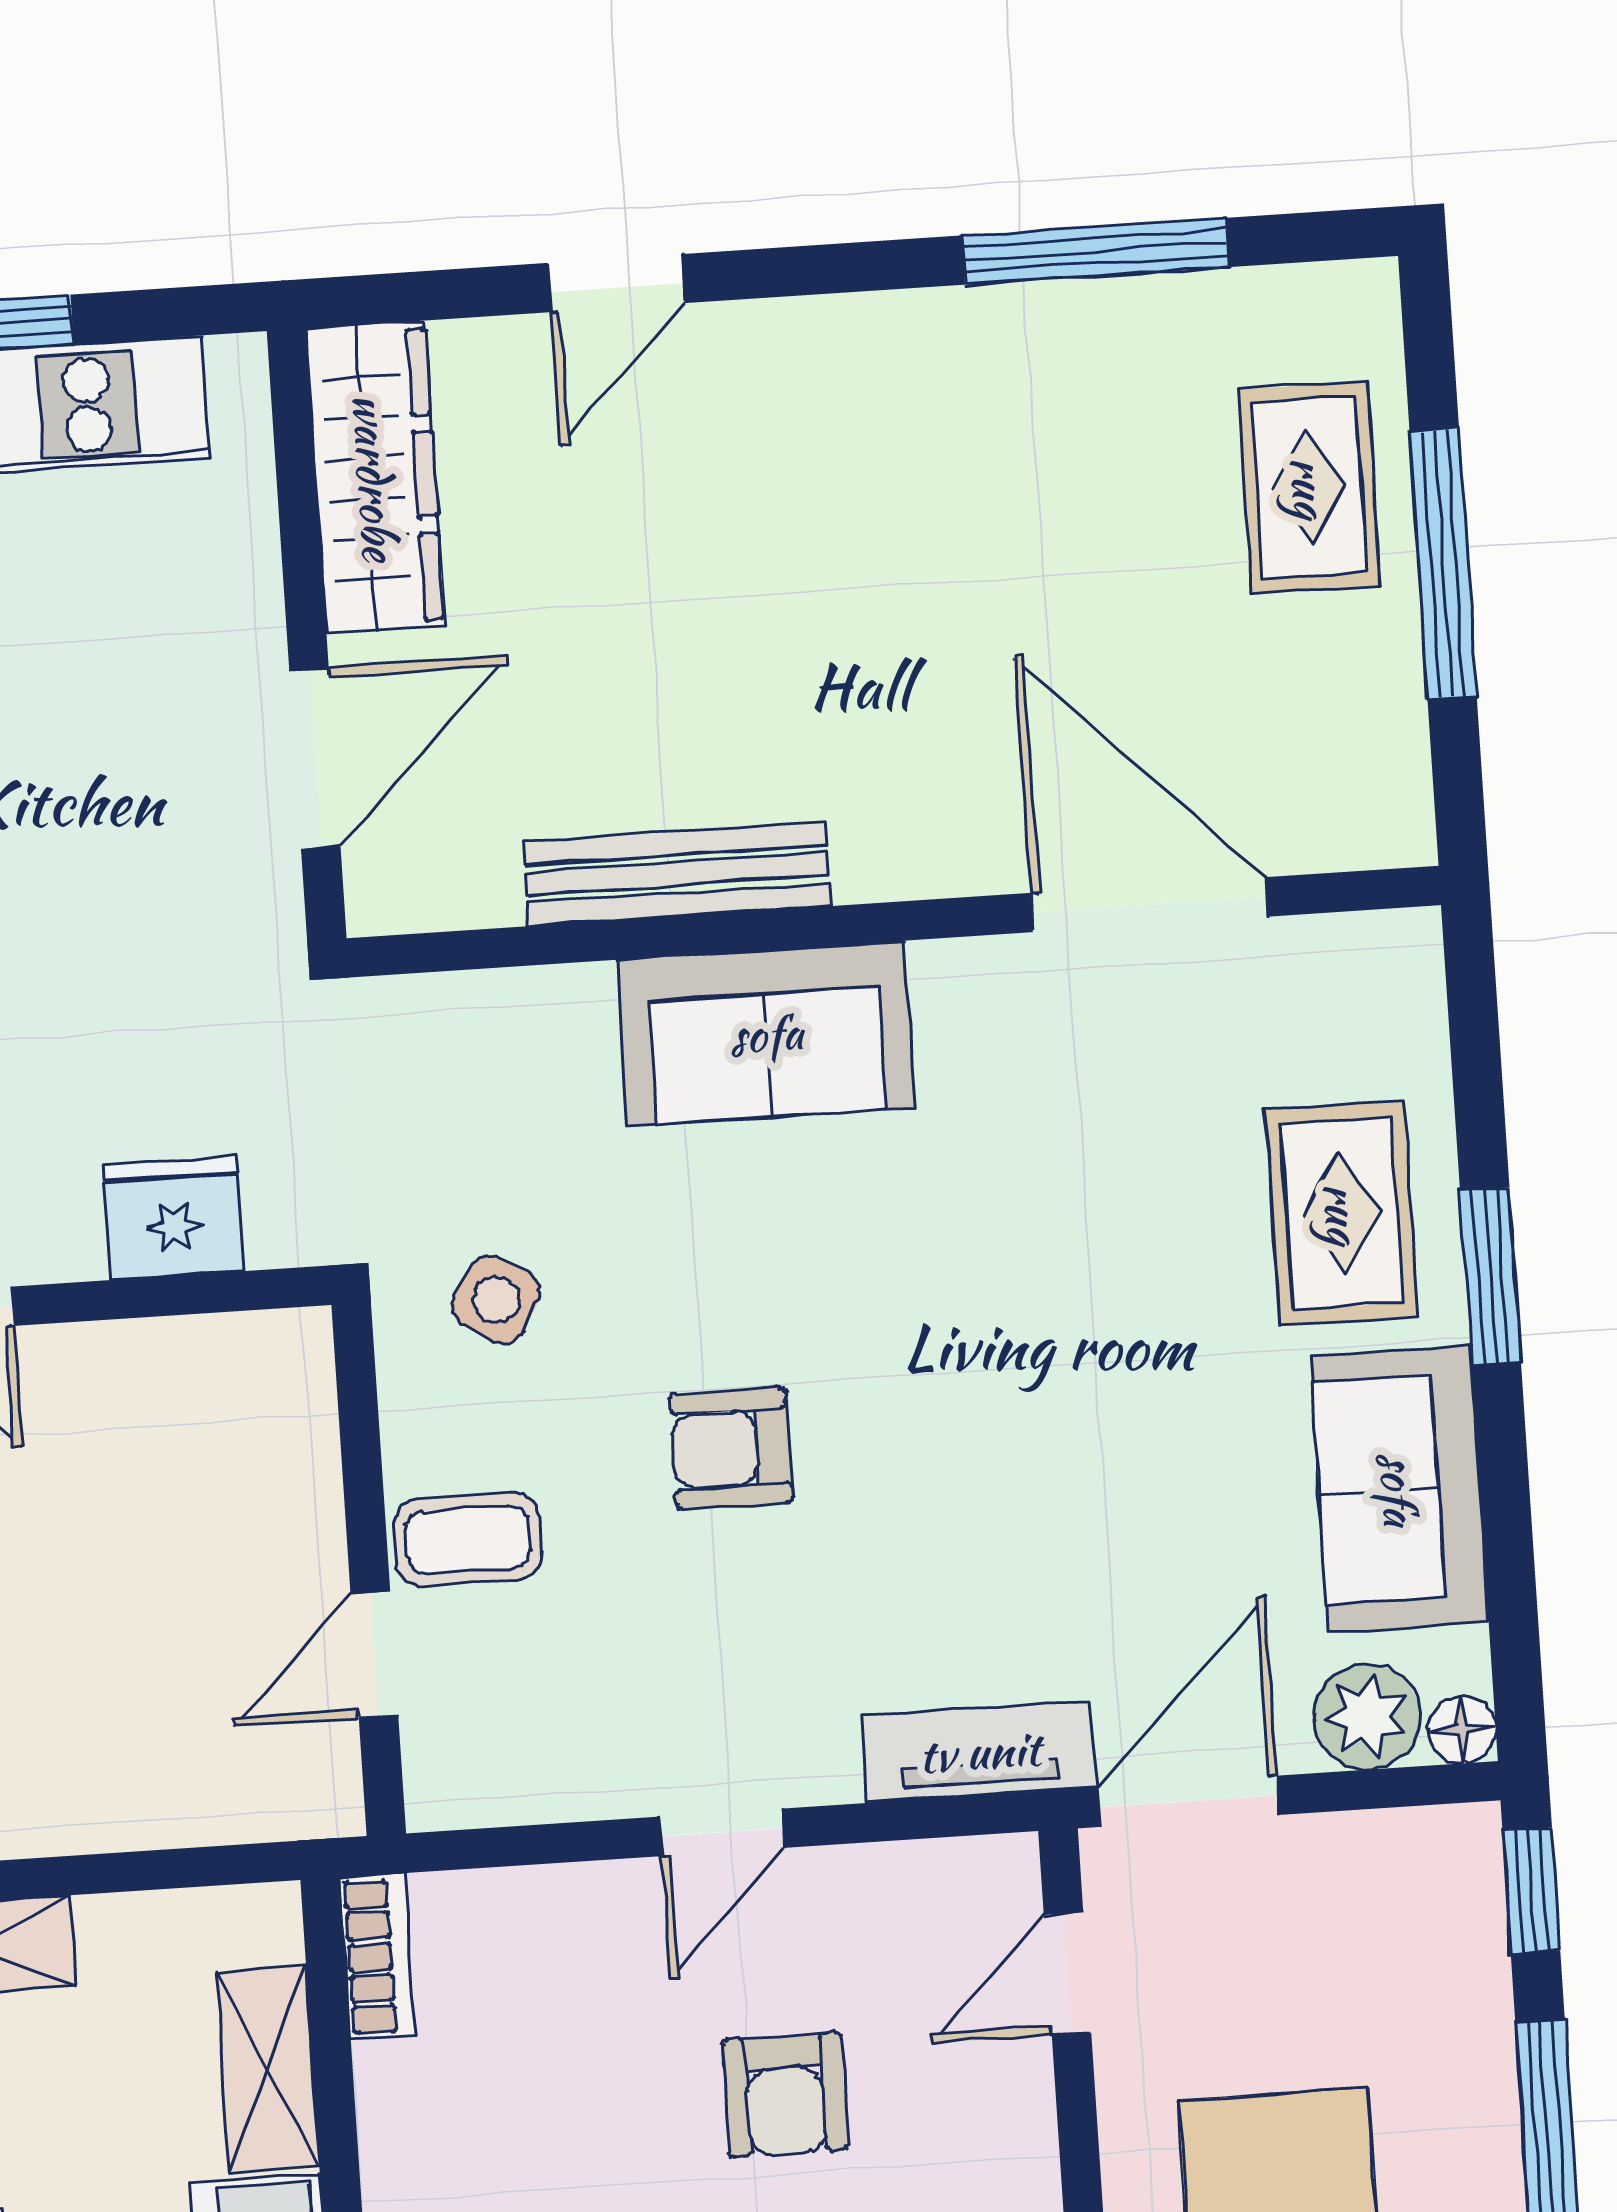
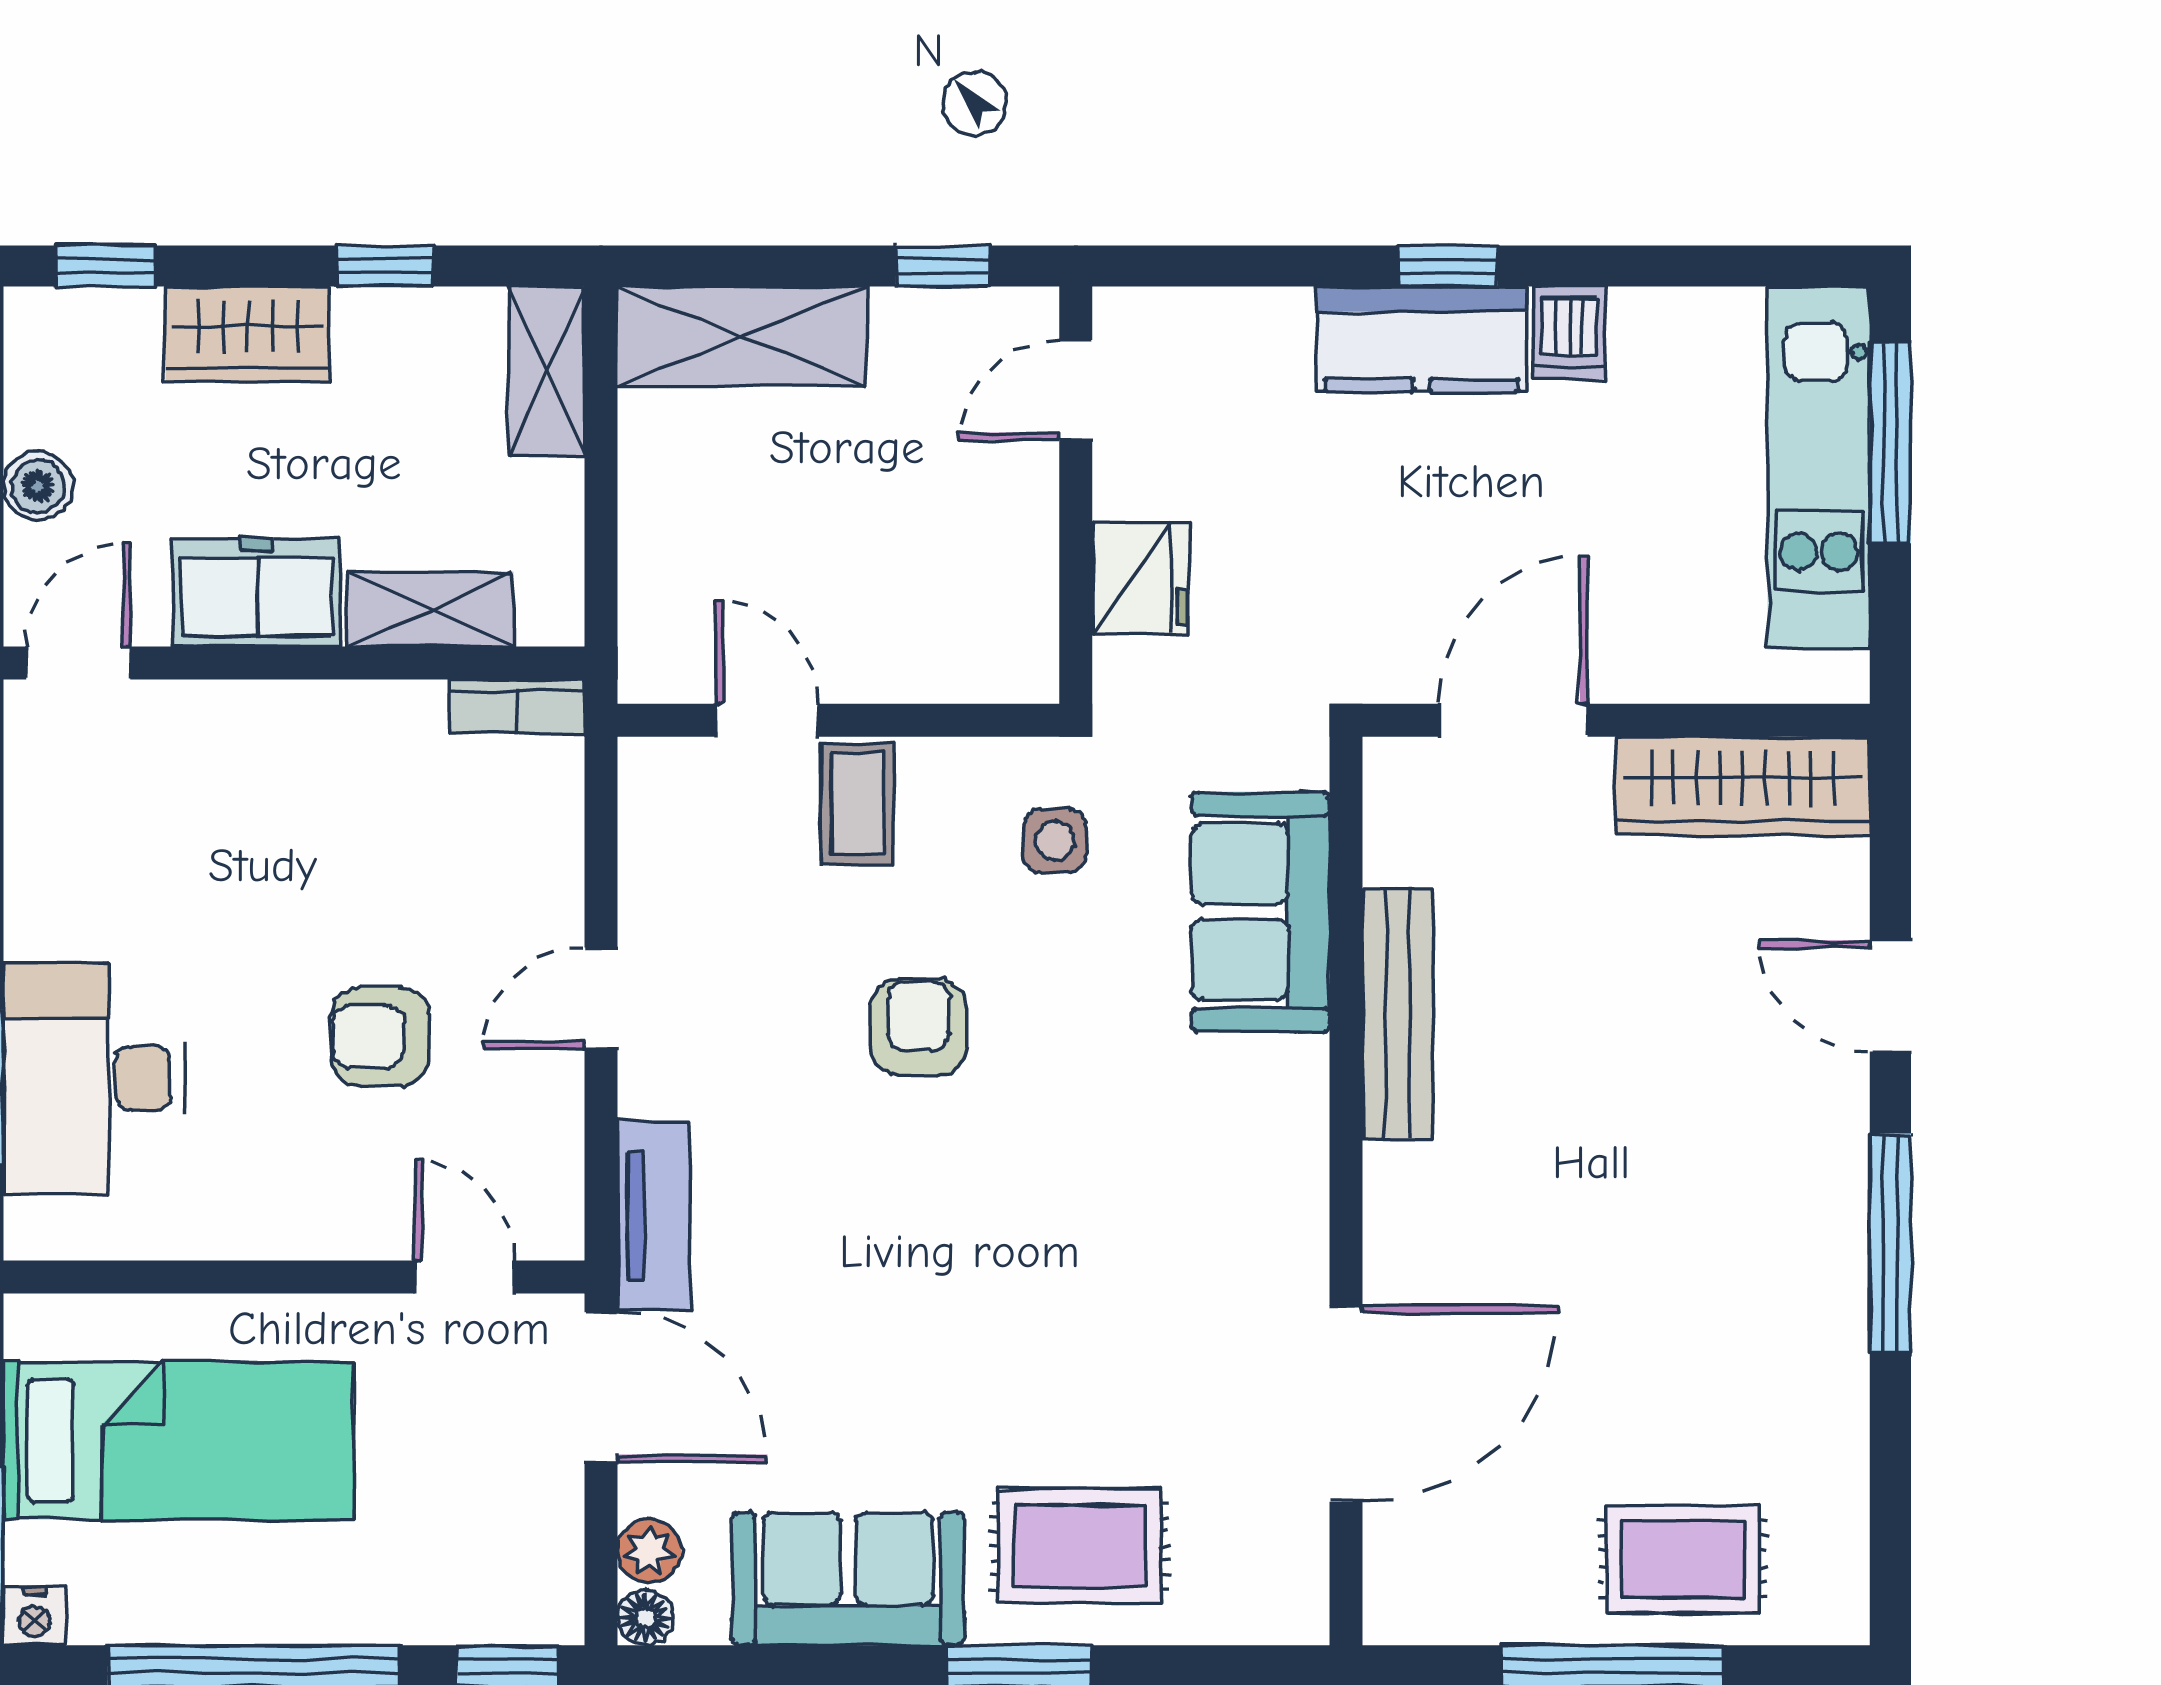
window: (1095, 251) -> (1890, 1243), moved
door: (315, 758) -> (1513, 720), swing flipped
sofa: (766, 1034) -> (1260, 912), moved
side table: (496, 1299) -> (1055, 841), turned -31
plant: (1367, 1717) -> (649, 1551), width x0.73, depth x0.73
door: (722, 1832) -> (601, 998), hinge flipped

